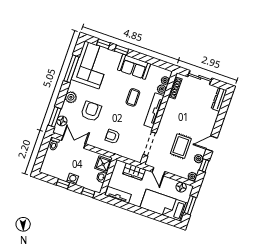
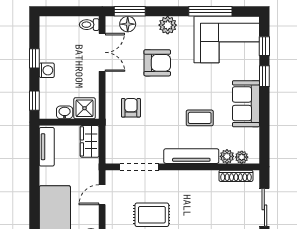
wardrobe: (134, 172) -> (90, 141), moved

